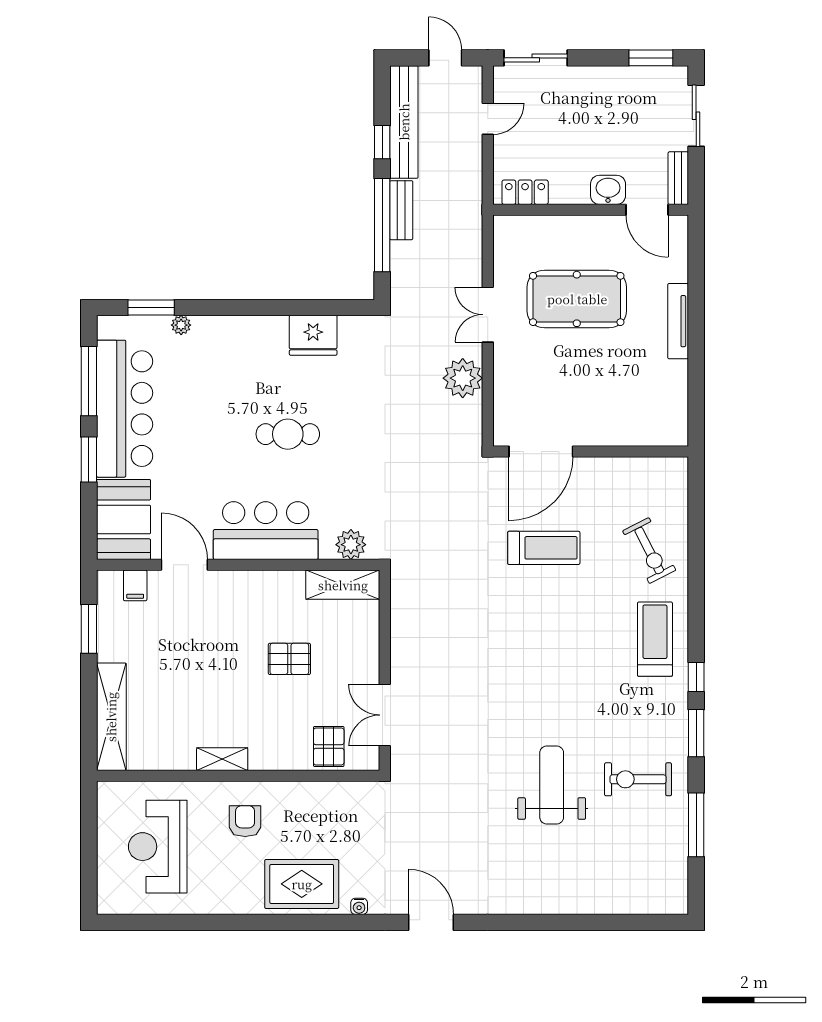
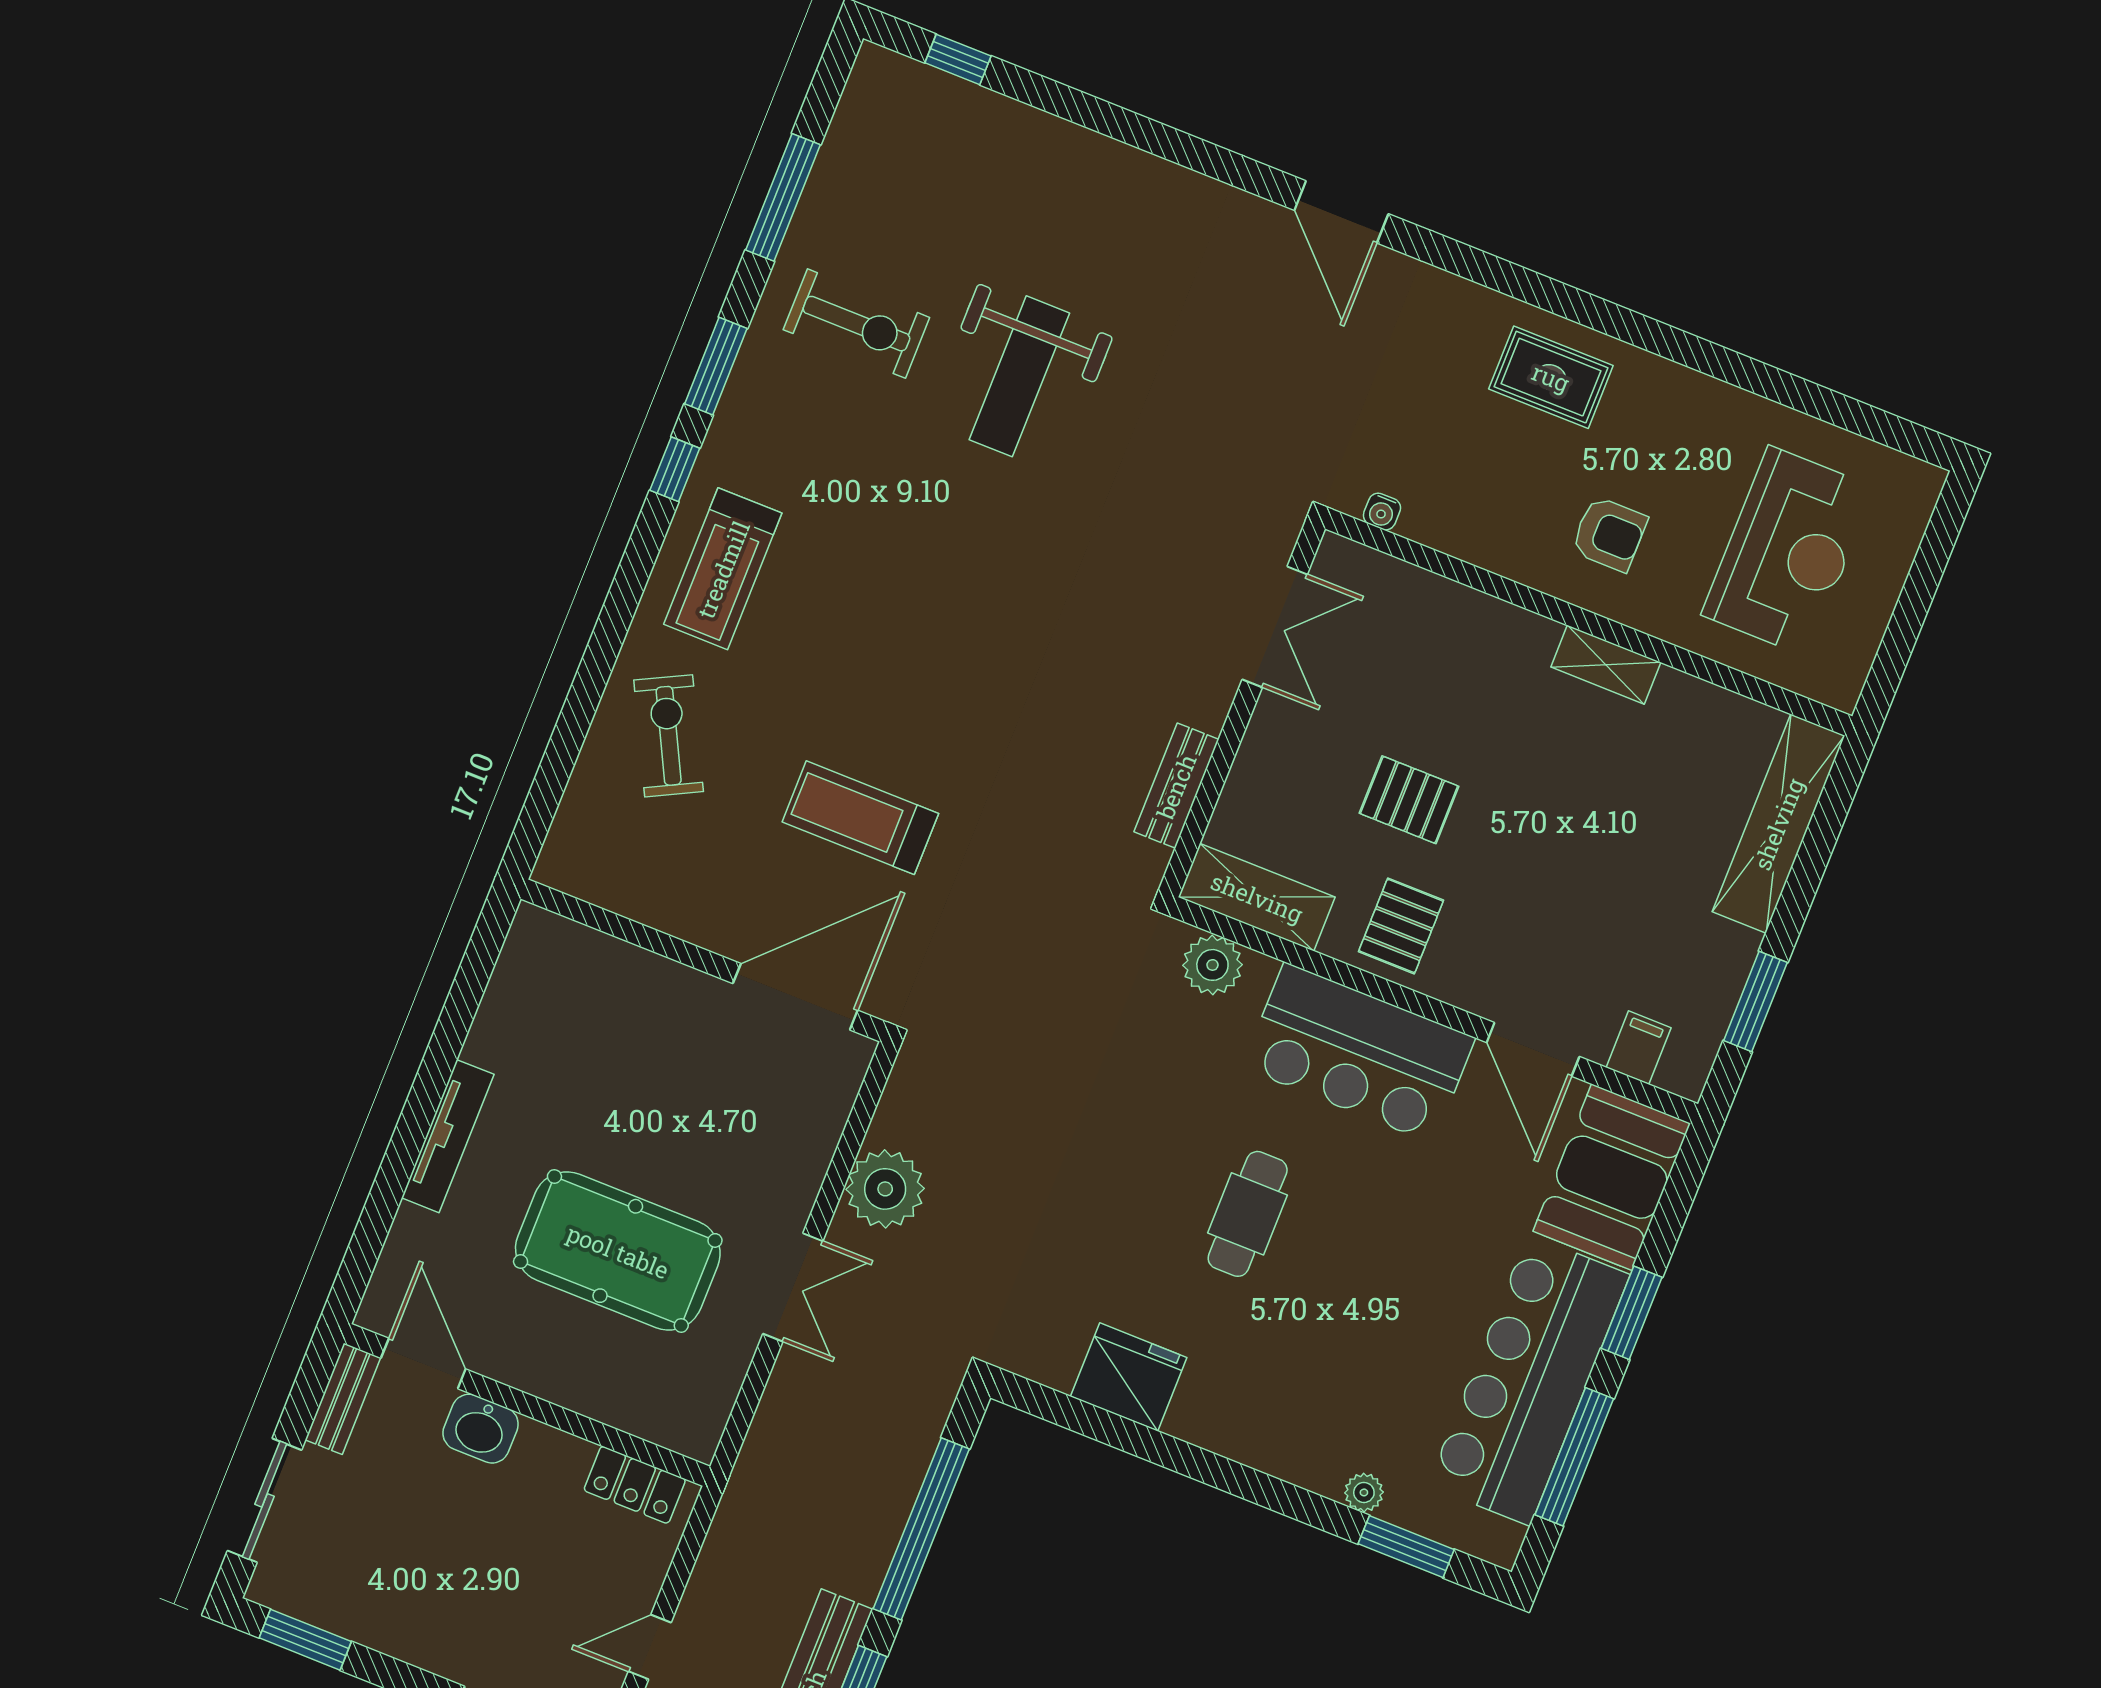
bench: (401, 210) -> (1176, 786), moved
cafe table: (288, 434) -> (1248, 1214), turned 90
pallet: (329, 746) -> (1401, 926), moved
armchair: (245, 821) -> (1609, 534), turned -90
rug: (302, 884) -> (1551, 377), width x0.73, depth x0.70
water cooler: (359, 906) -> (1382, 512), moved, turned 180
window: (640, 922) -> (958, 59), added

